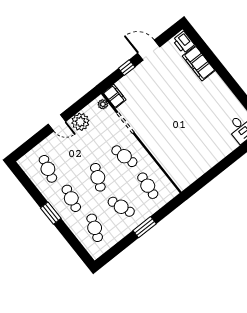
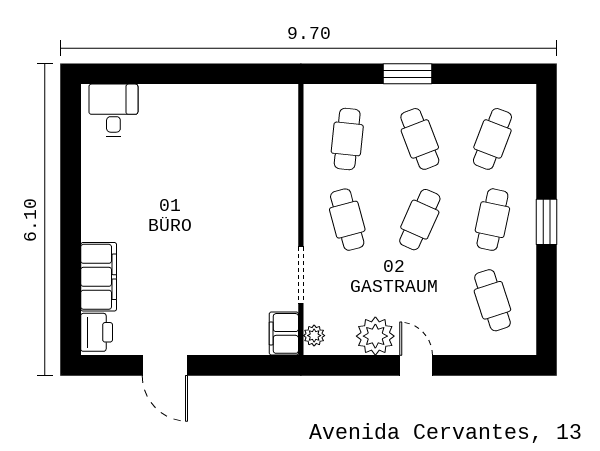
window: (127, 68) -> (225, 365), removed
cafe table: (48, 169) -> (492, 300), turned -33

